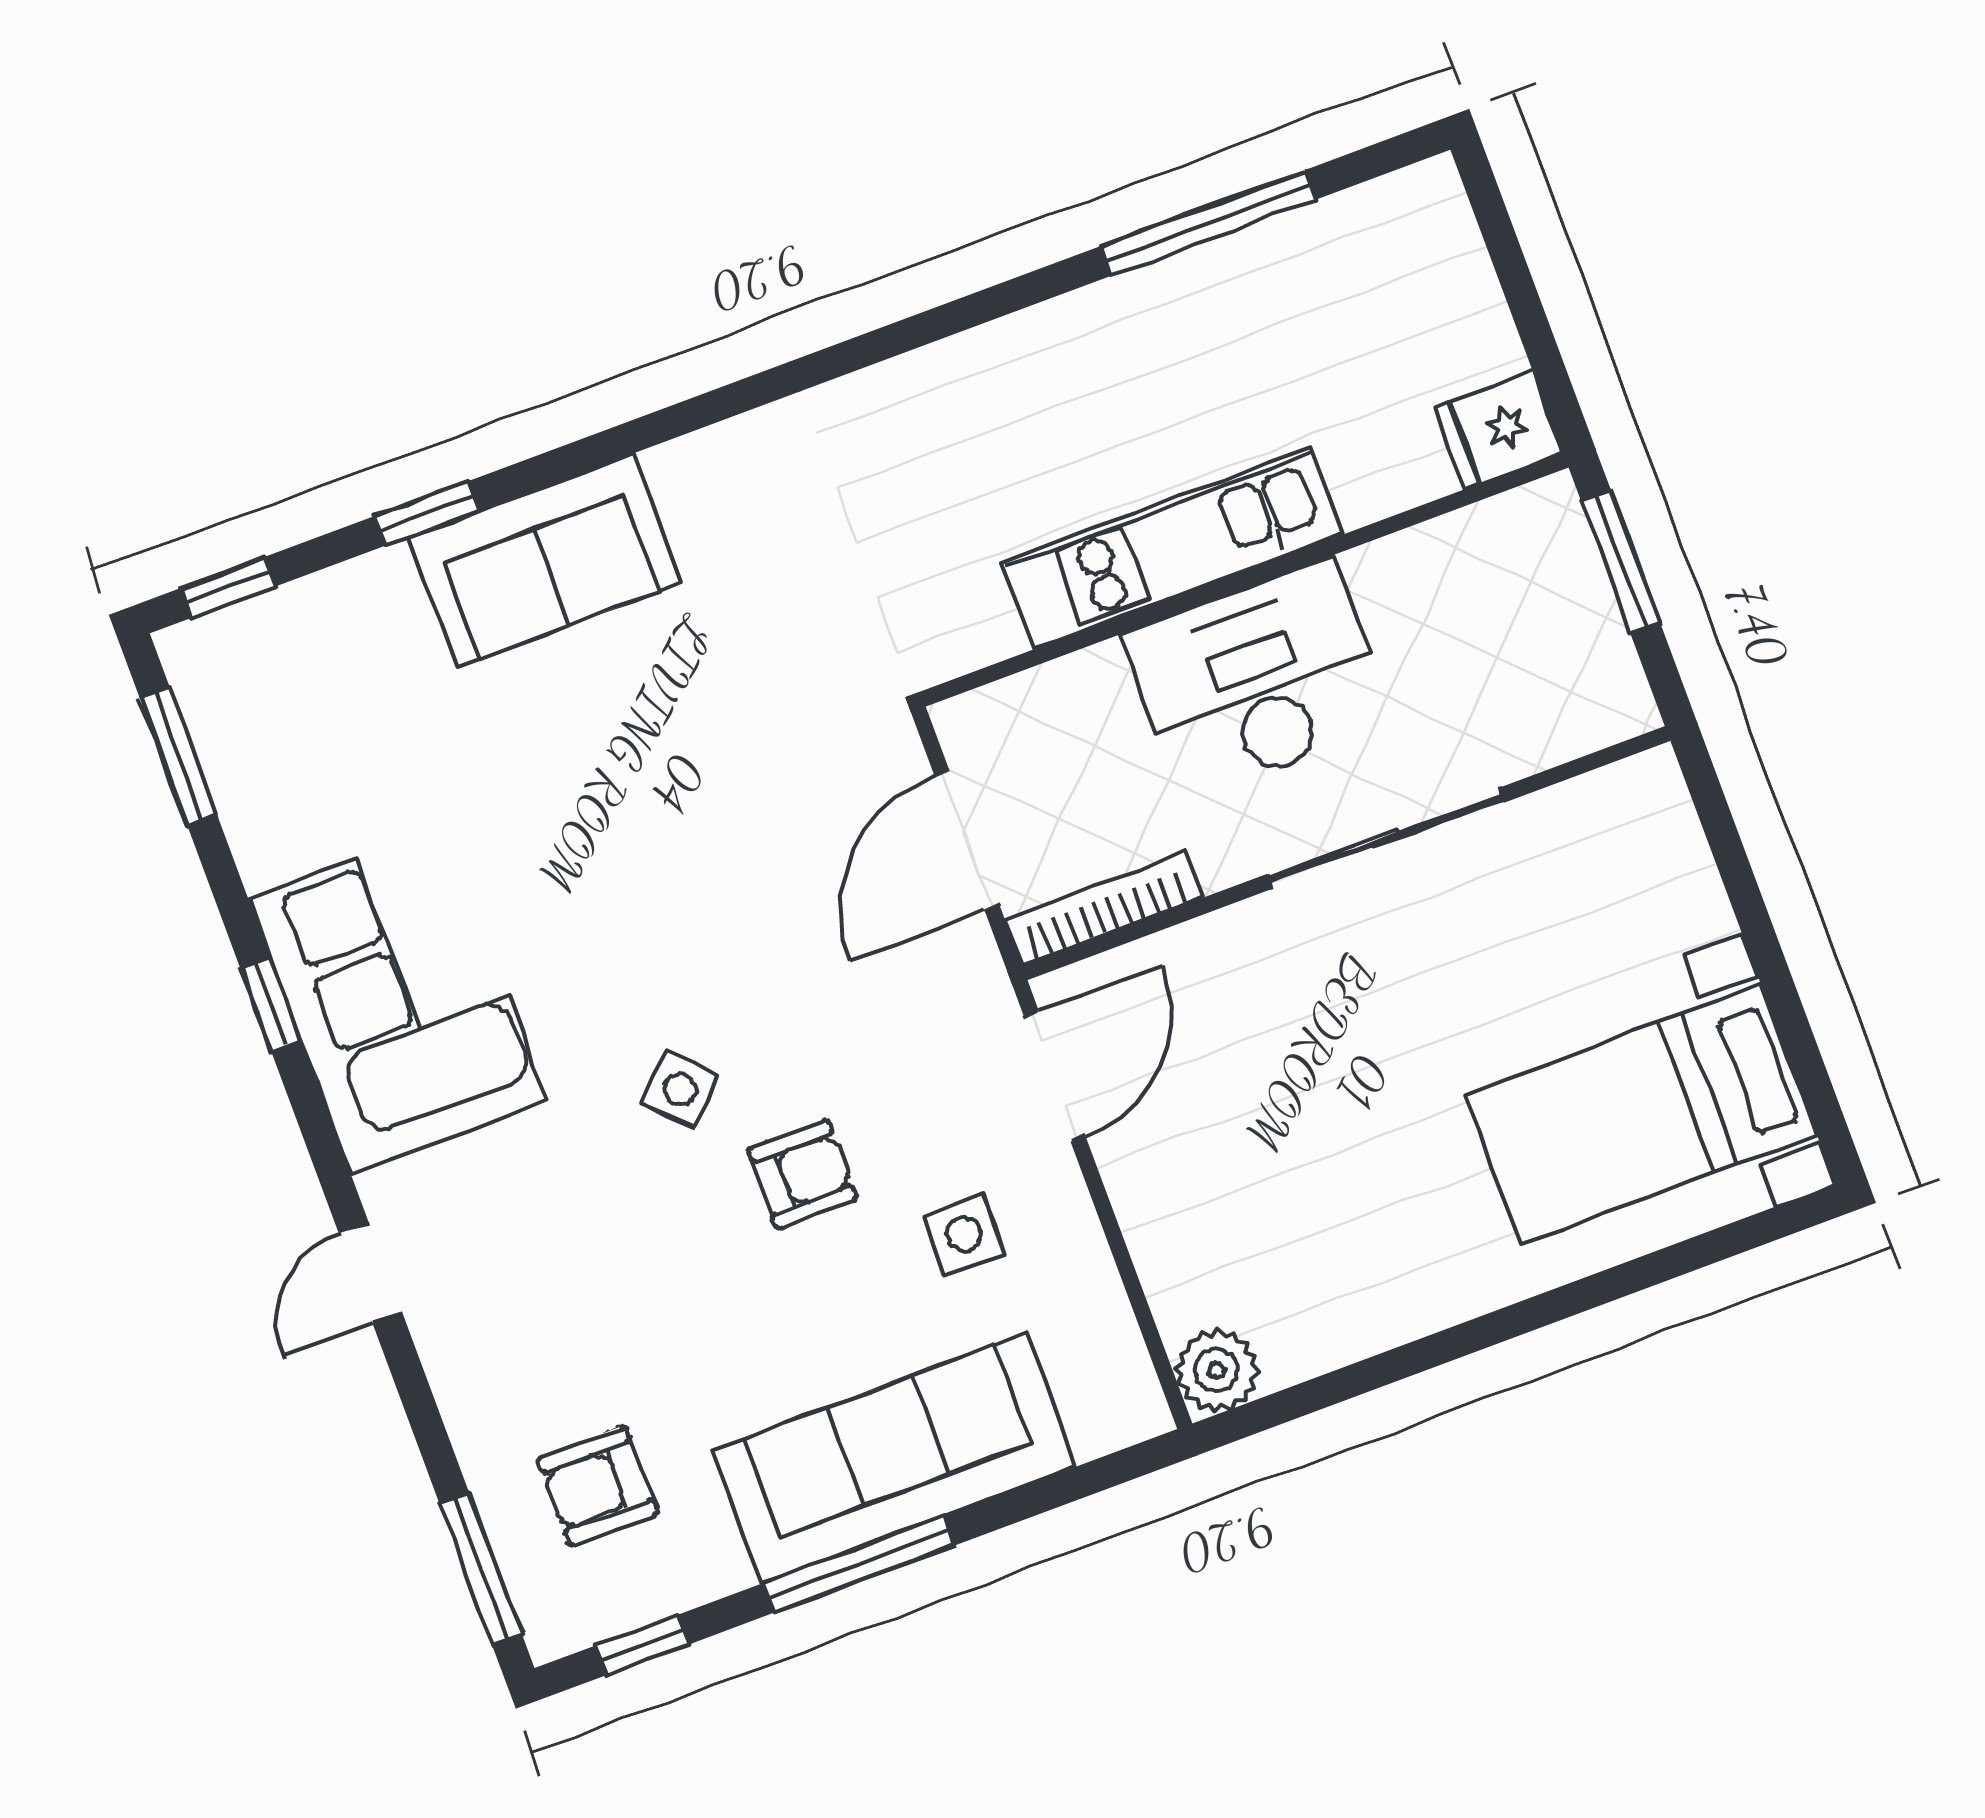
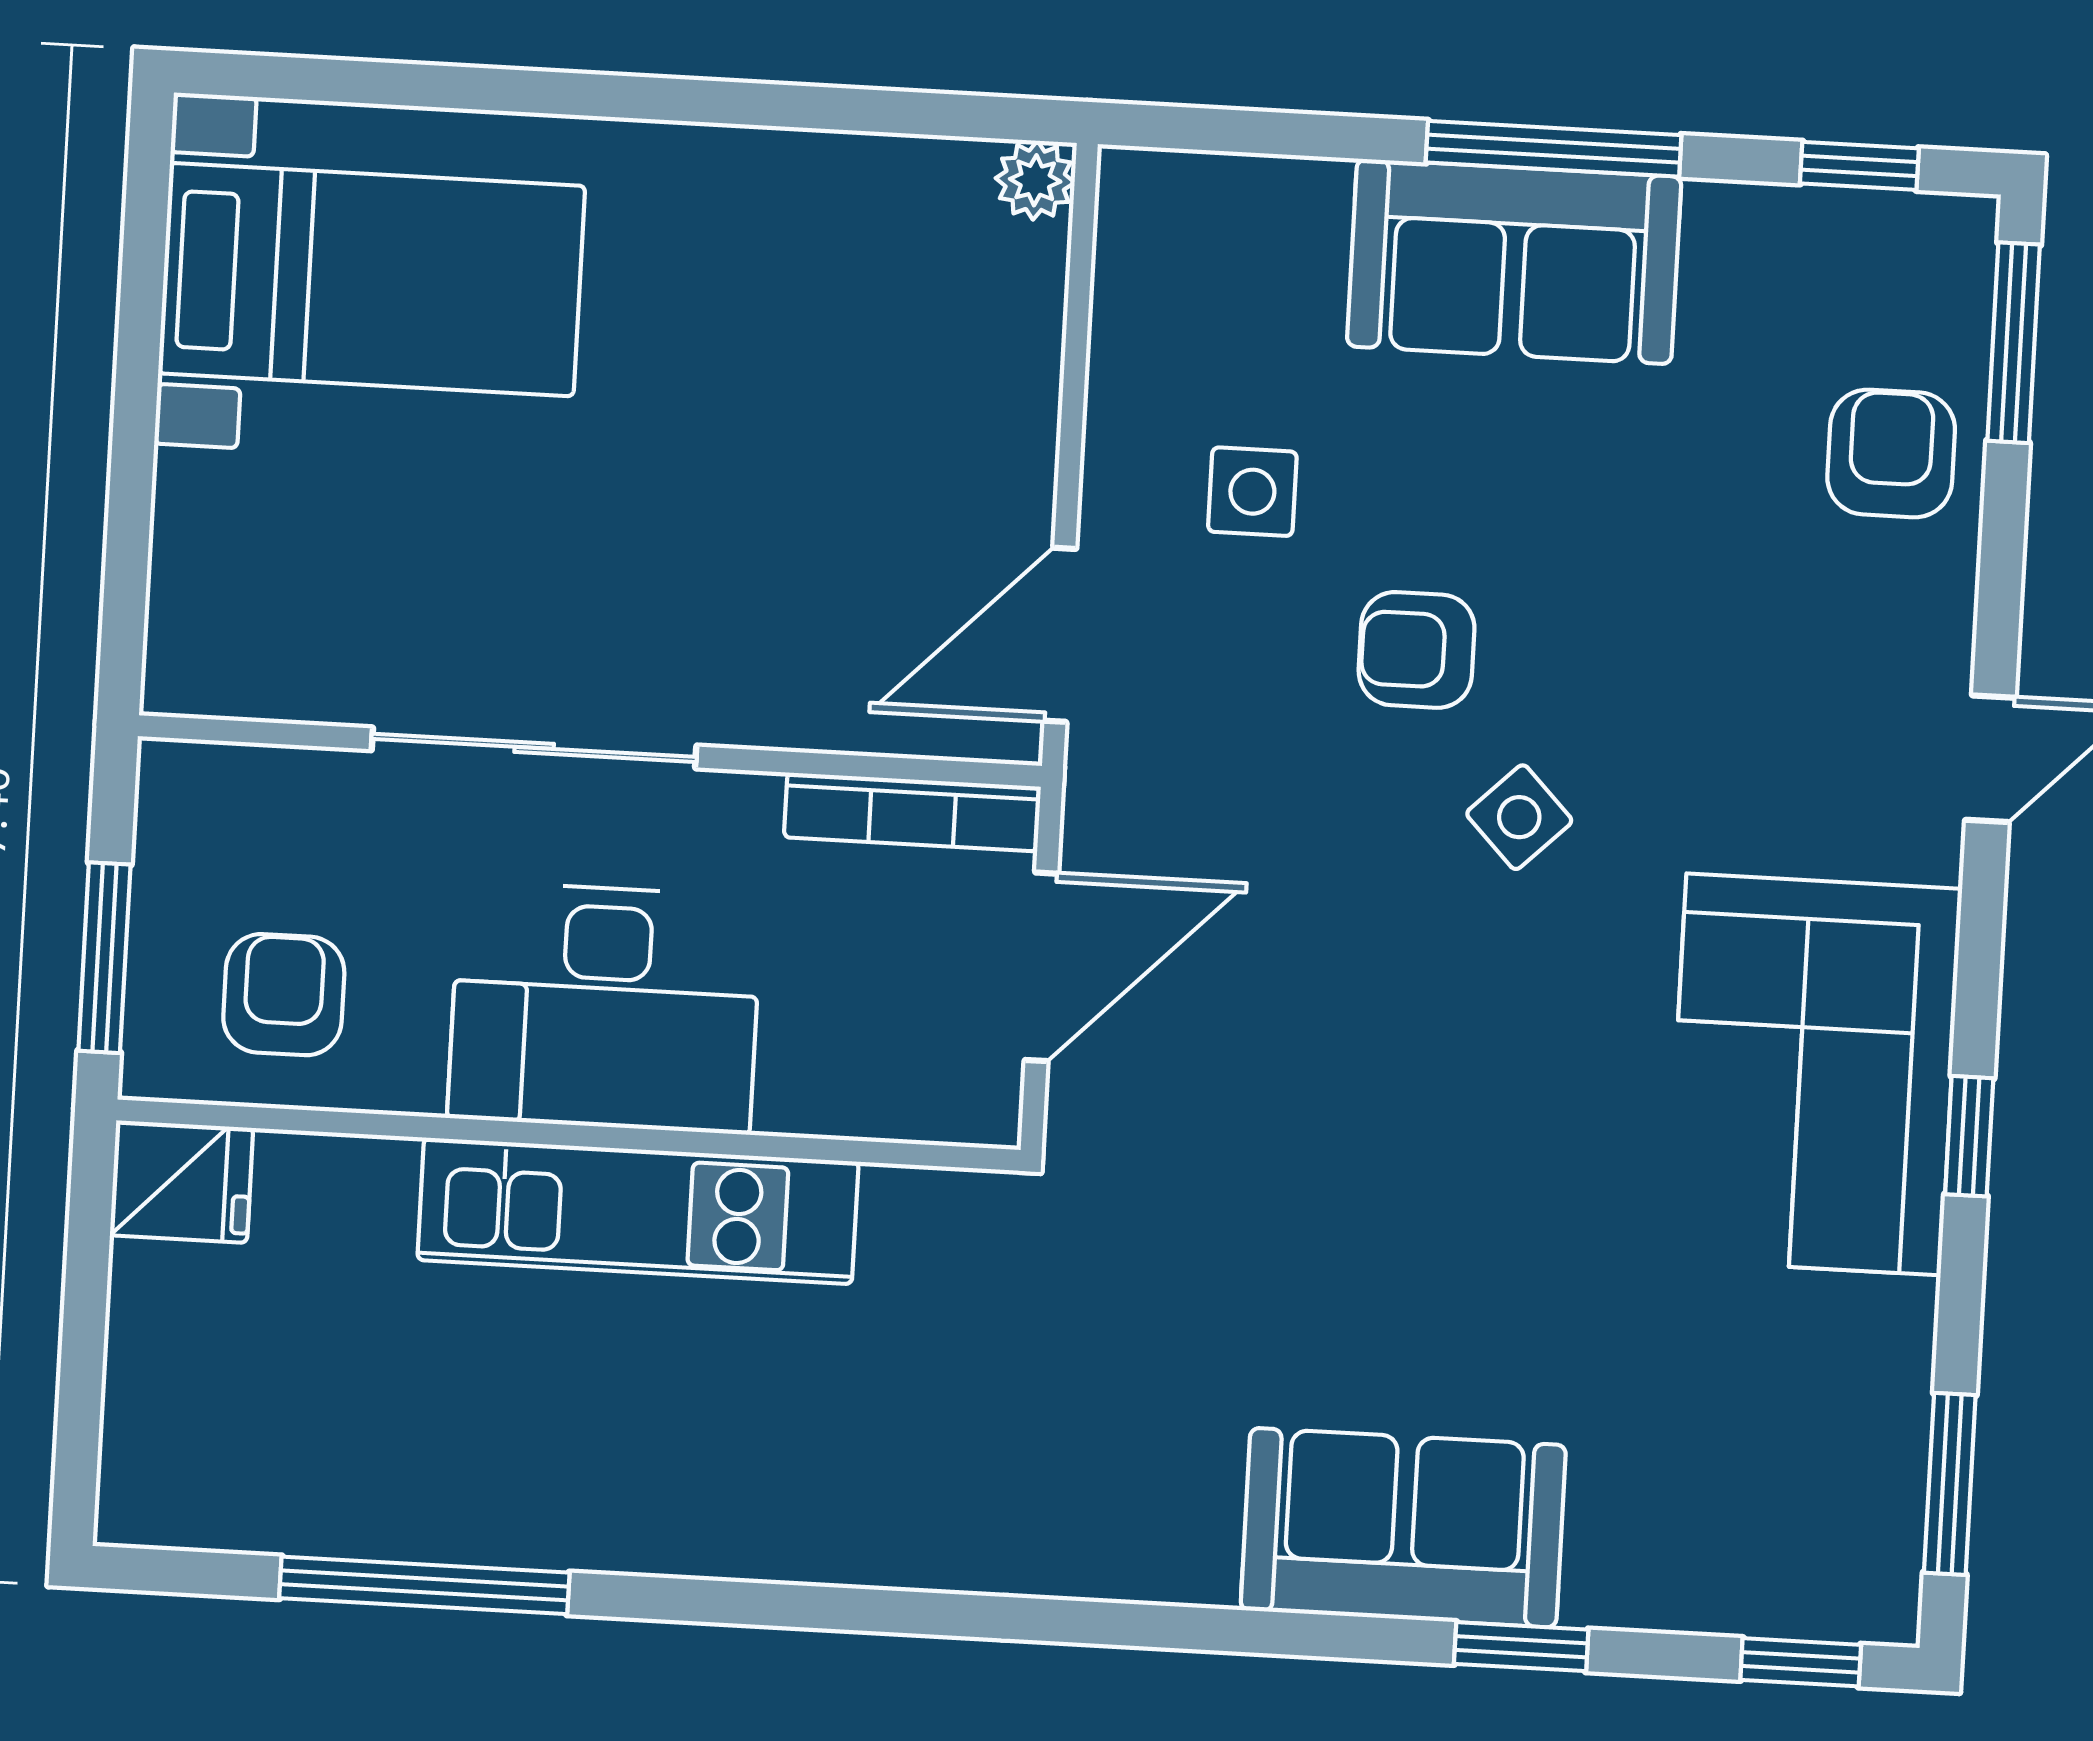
armchair: (1485, 591) -> (284, 995), added
plant: (1217, 1370) -> (1035, 180), width x0.73, depth x0.73
sofa: (894, 1458) -> (1514, 261), width x0.73
armchair: (598, 1486) -> (1891, 453), moved, turned -90

